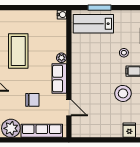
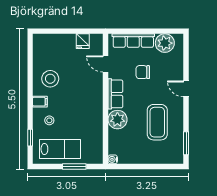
lab bench: (93, 24) -> (60, 149), moved
plant: (62, 58) -> (117, 120), width x1.88, depth x1.88
fridge: (129, 130) -> (83, 41), moved

